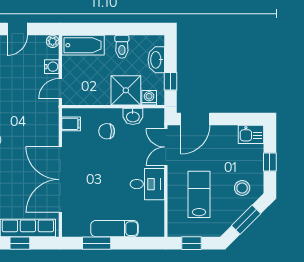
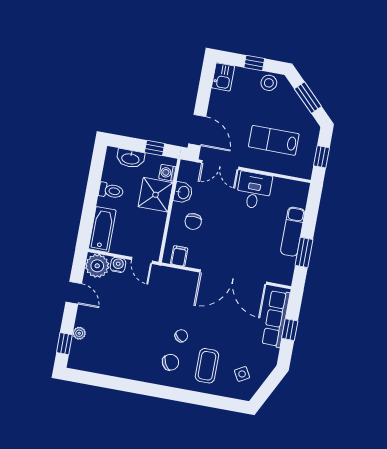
plant: (53, 41) -> (97, 266), width x1.88, depth x1.88
stool: (242, 188) -> (269, 83), moved

